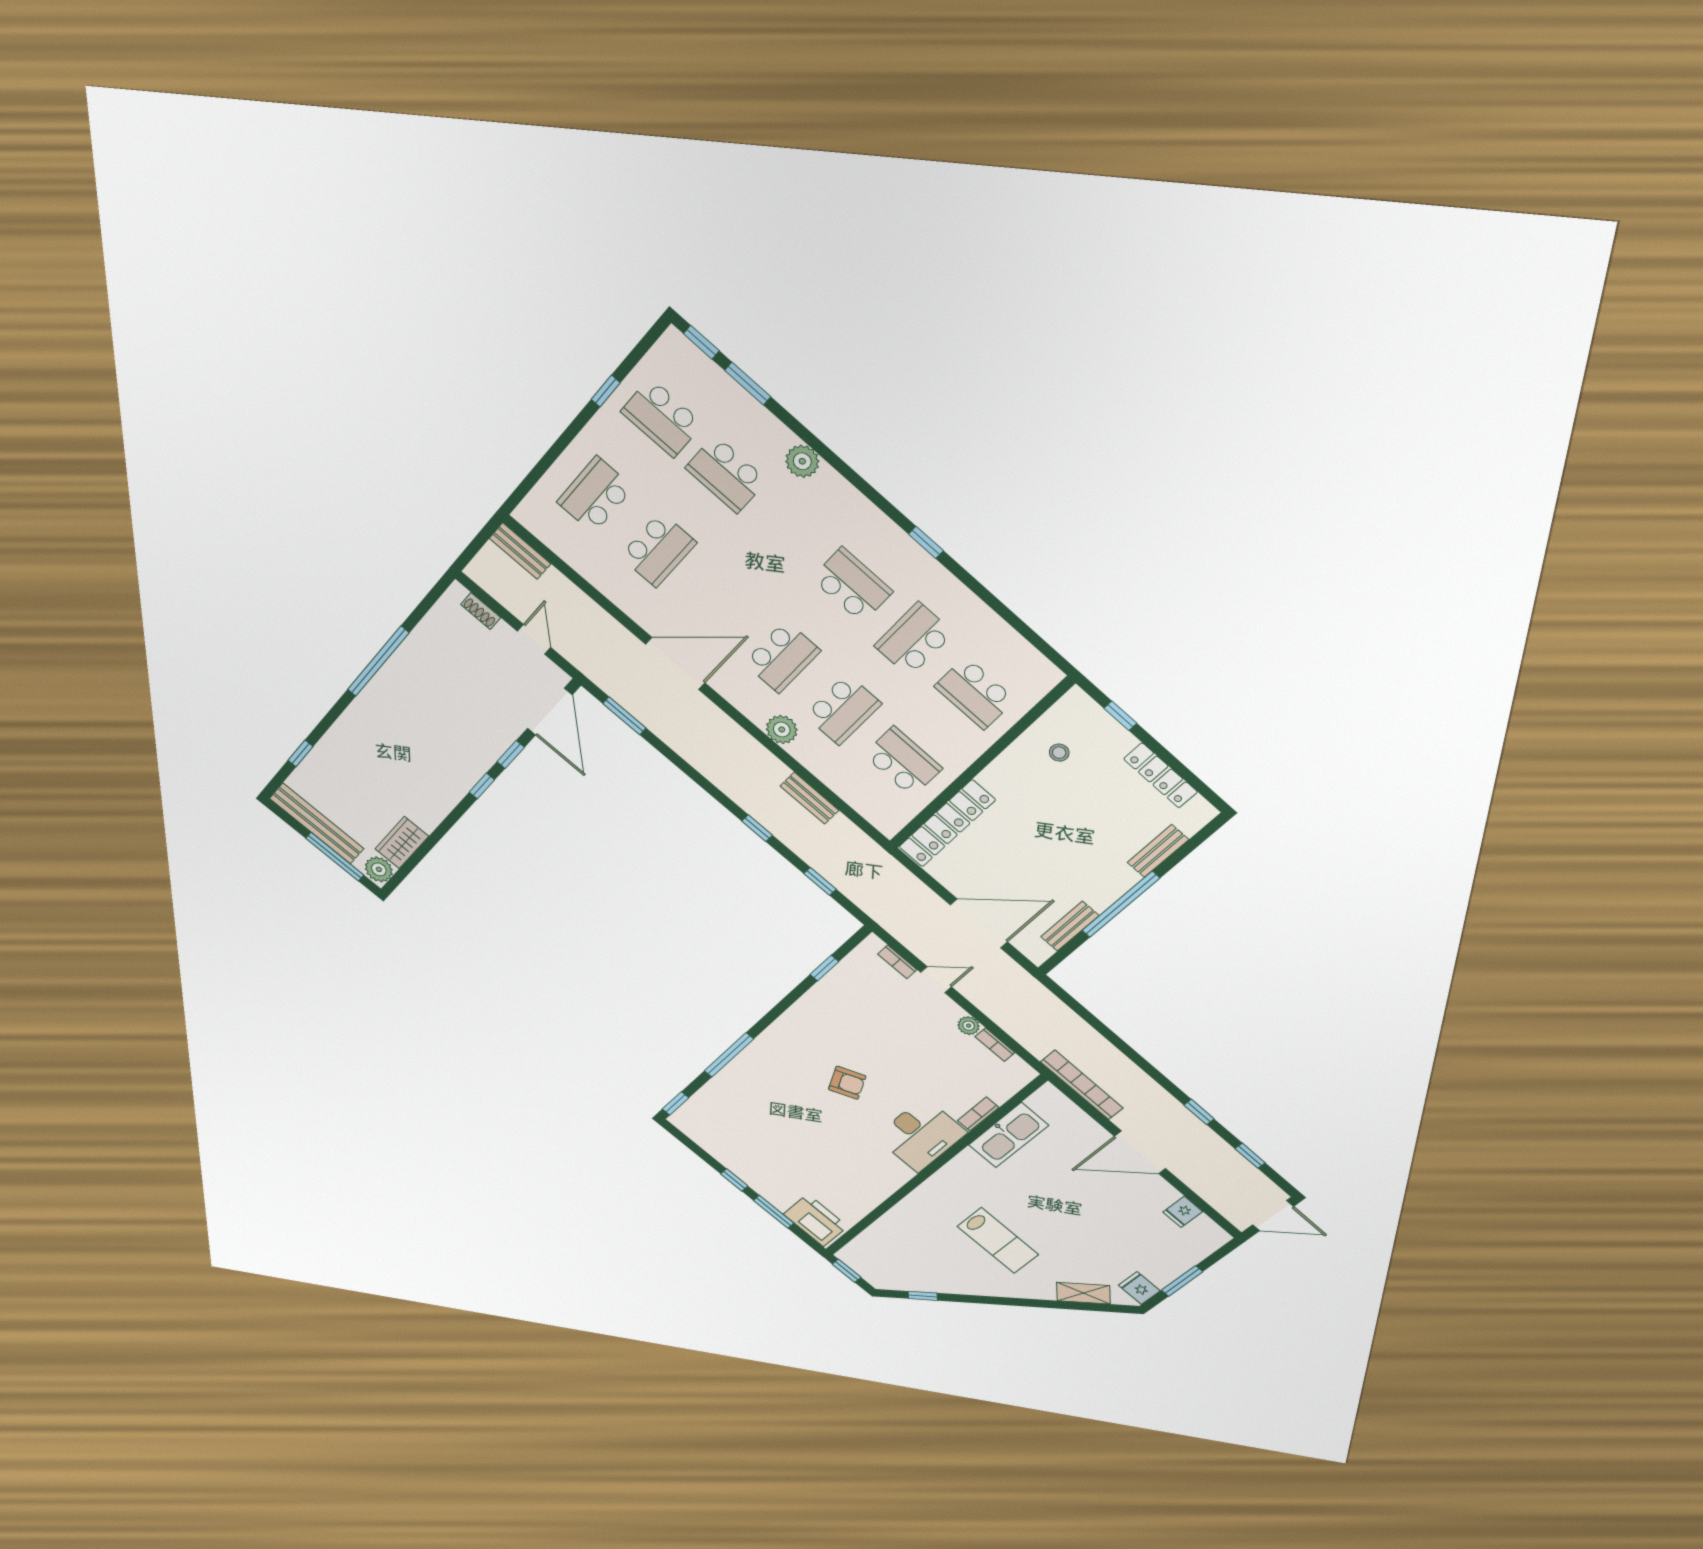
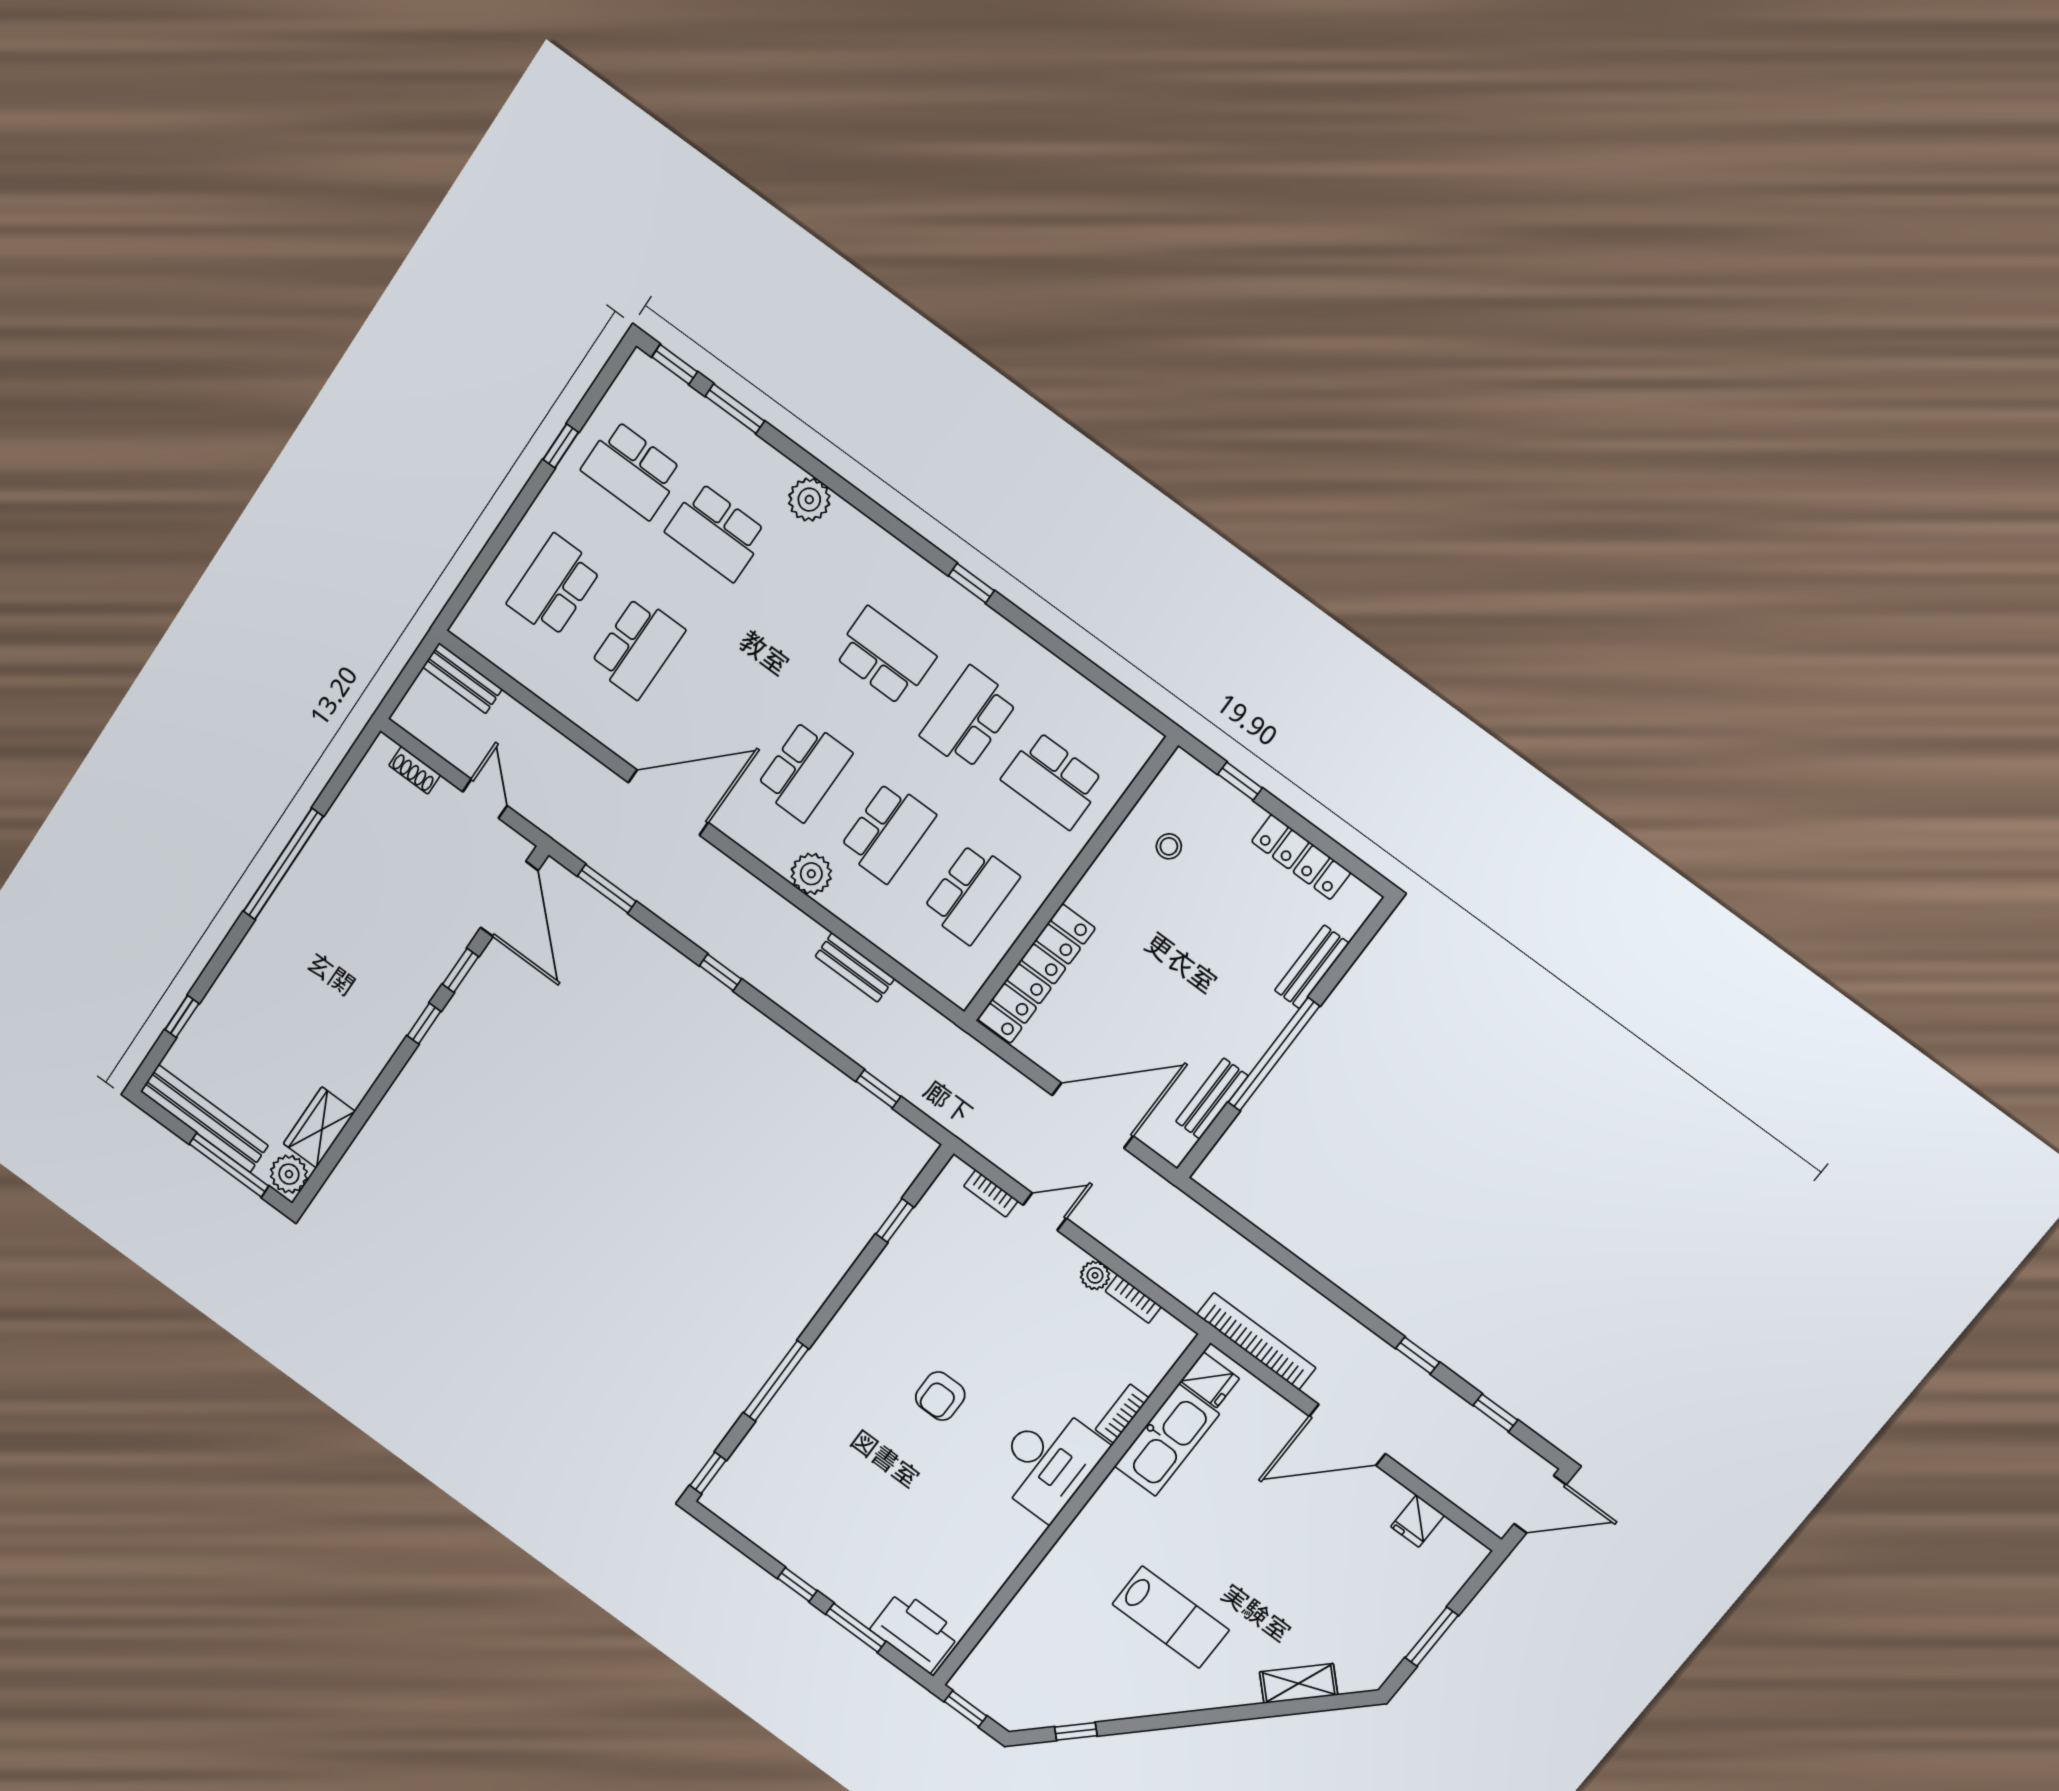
school desk: (903, 762) -> (971, 893), turned 90
window: (757, 828) -> (720, 972), moved
armchair: (847, 1083) -> (940, 1396), turned 115
fridge: (1139, 1288) -> (1210, 1380), moved, turned 180

